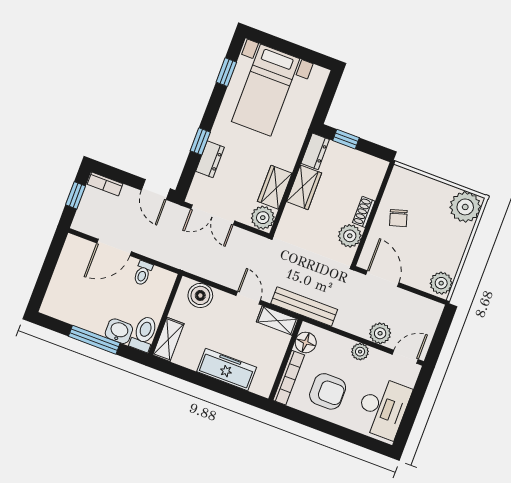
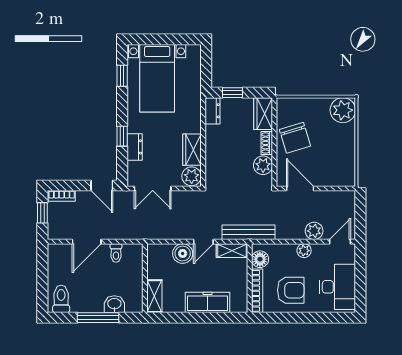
wardrobe: (304, 187) -> (263, 114), moved, turned 180
chair: (398, 218) -> (295, 138), width x1.87, depth x1.87
plant: (441, 283) -> (346, 175), removed
boiler: (200, 295) -> (183, 254), moved
door: (248, 298) -> (203, 242), swing flipped
toilet: (144, 334) -> (61, 299), moved

